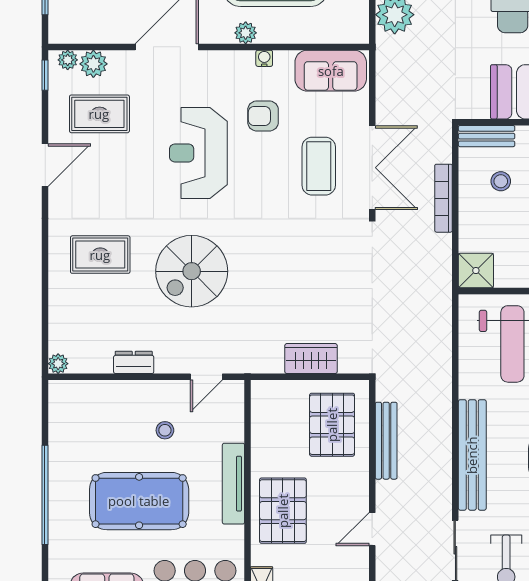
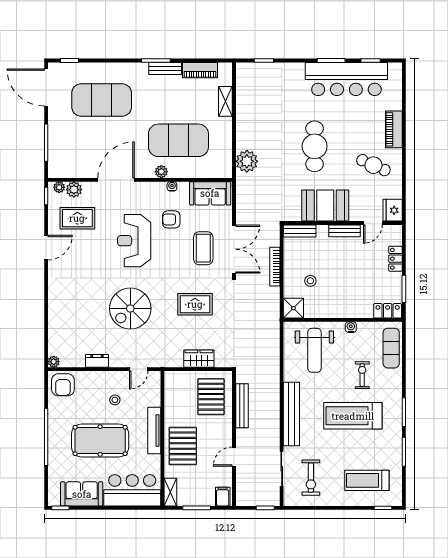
stool: (501, 181) -> (310, 281), moved
rug: (100, 255) -> (195, 304), moved
armchair: (74, 404) -> (63, 385), added

